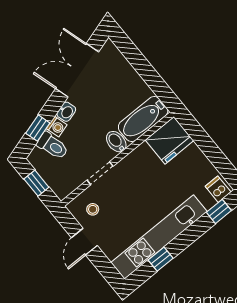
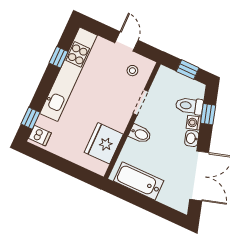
bathtub: (143, 119) -> (139, 181), moved, turned -90
fridge: (169, 140) -> (104, 143), moved

